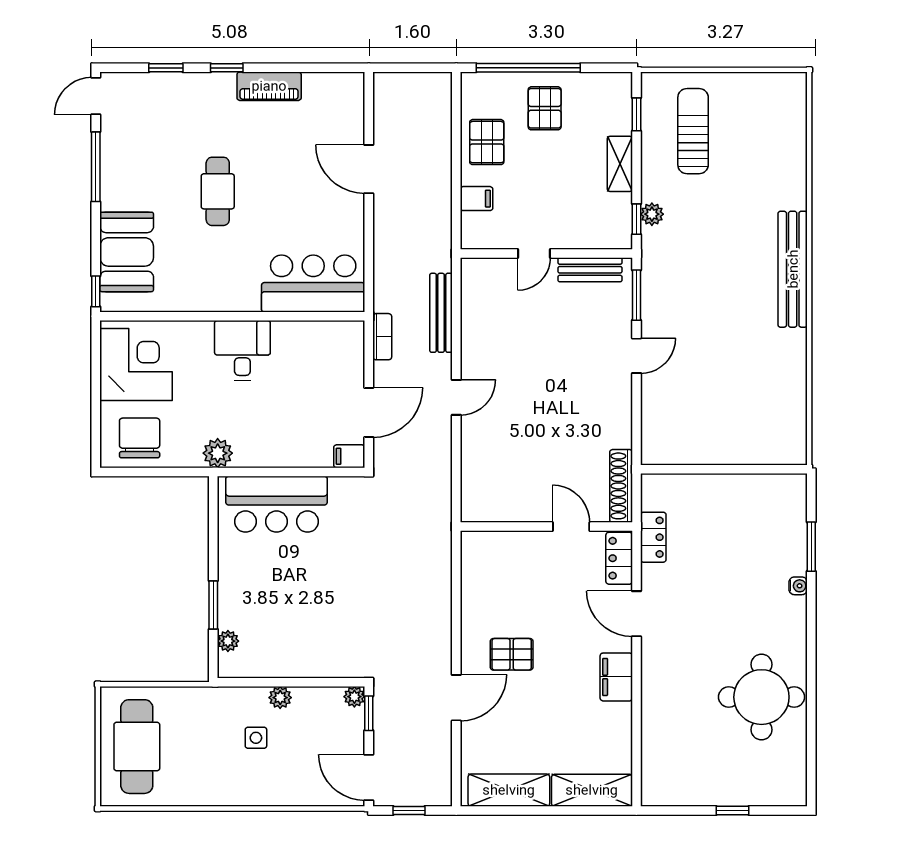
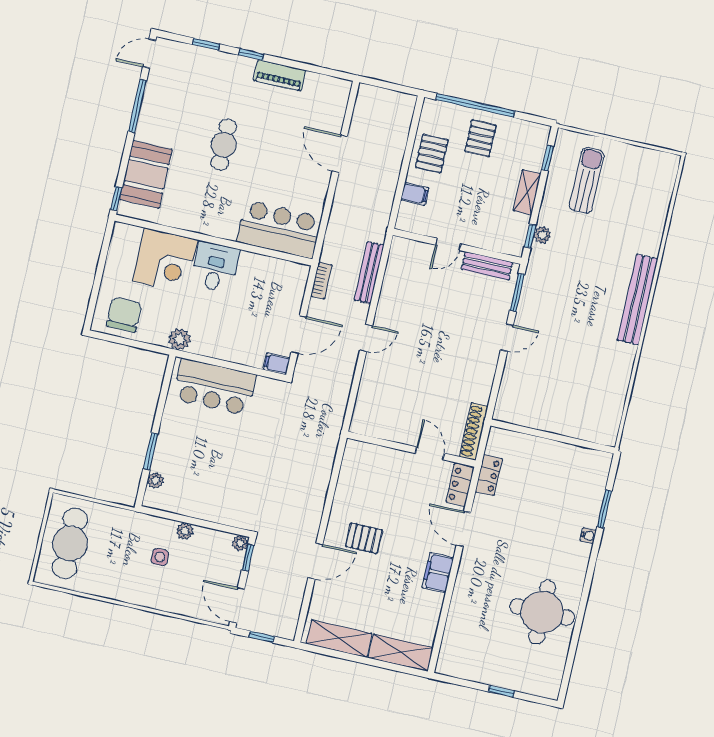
corner desk: (136, 364) -> (165, 260), moved, turned 90

